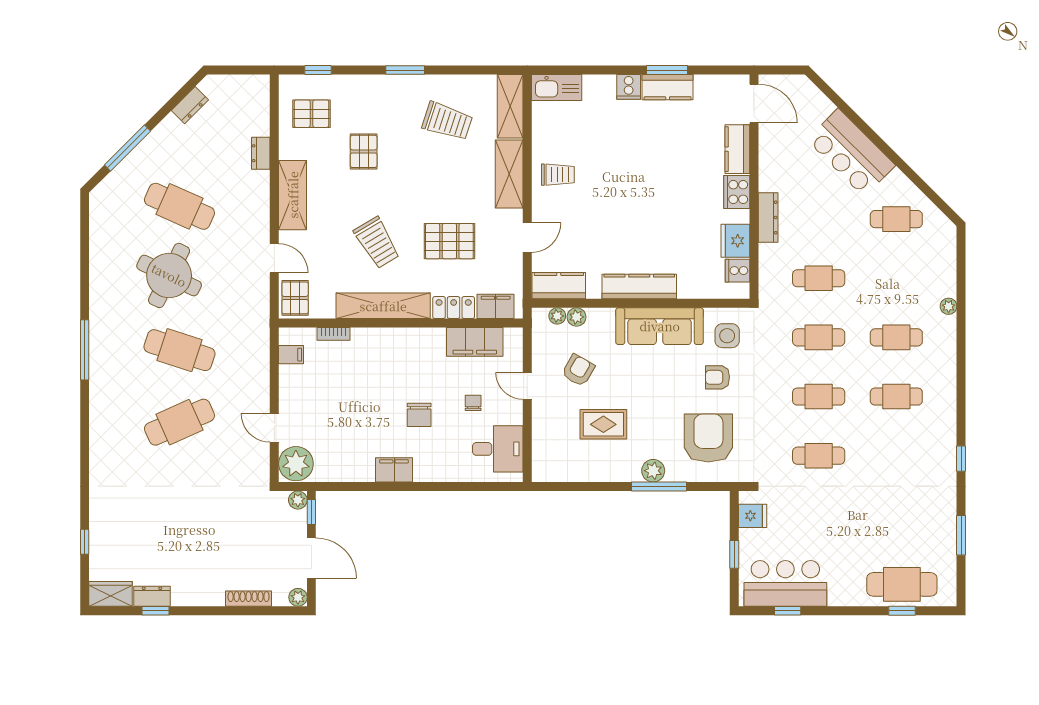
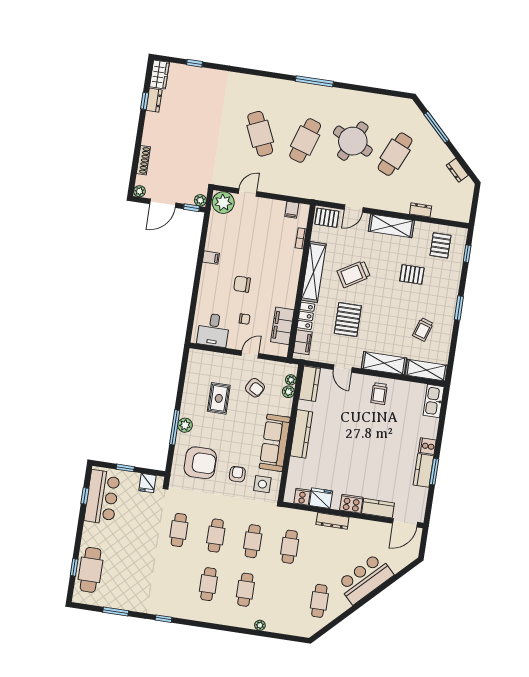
trolley: (447, 121) -> (423, 330), width x0.73, depth x0.72
filing cabinet: (394, 470) -> (211, 258), width x0.50

